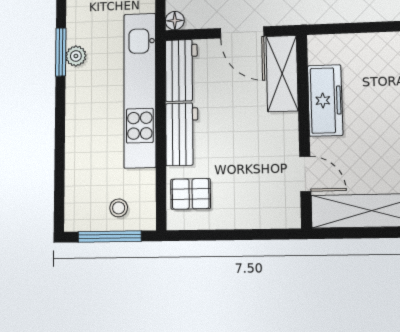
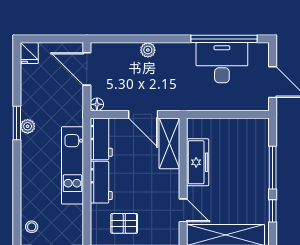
kitchen unit: (140, 90) -> (72, 165), width x0.73
pallet: (191, 194) -> (124, 223), moved
stool: (119, 208) -> (32, 227), moved

